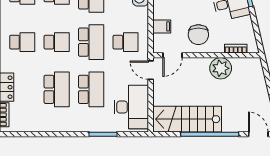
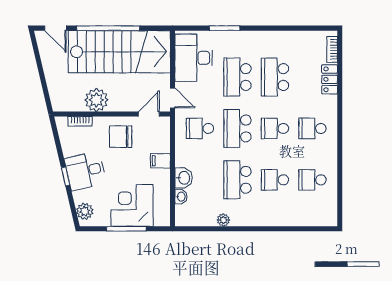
filing cabinet: (162, 26) -> (160, 161), moved
chair: (198, 35) -> (121, 137), turned -90
stairs: (187, 119) -> (119, 52), width x1.36, depth x1.51

